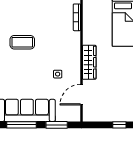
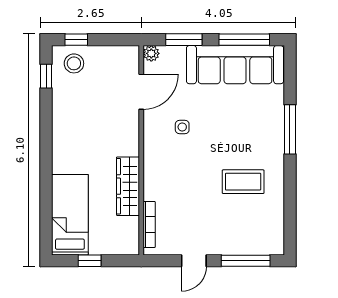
wardrobe: (89, 62) -> (128, 186), moved
stool: (121, 111) -> (74, 63), added
plant: (76, 117) -> (151, 53), added

